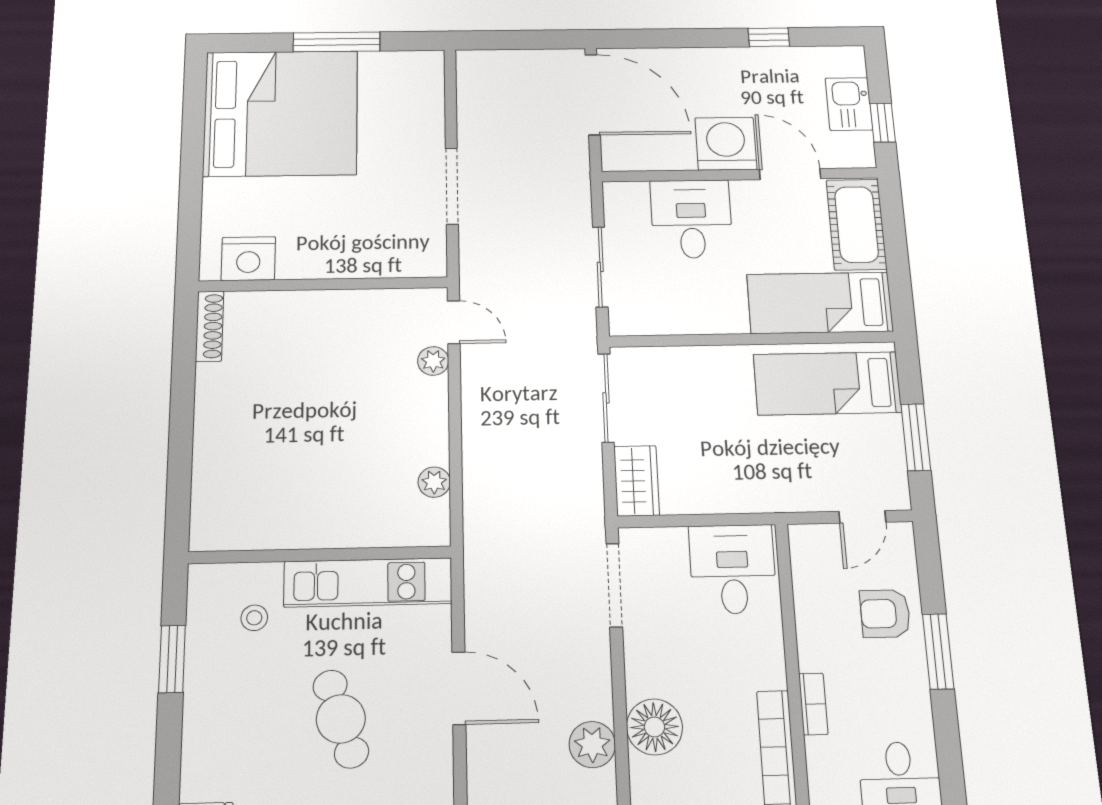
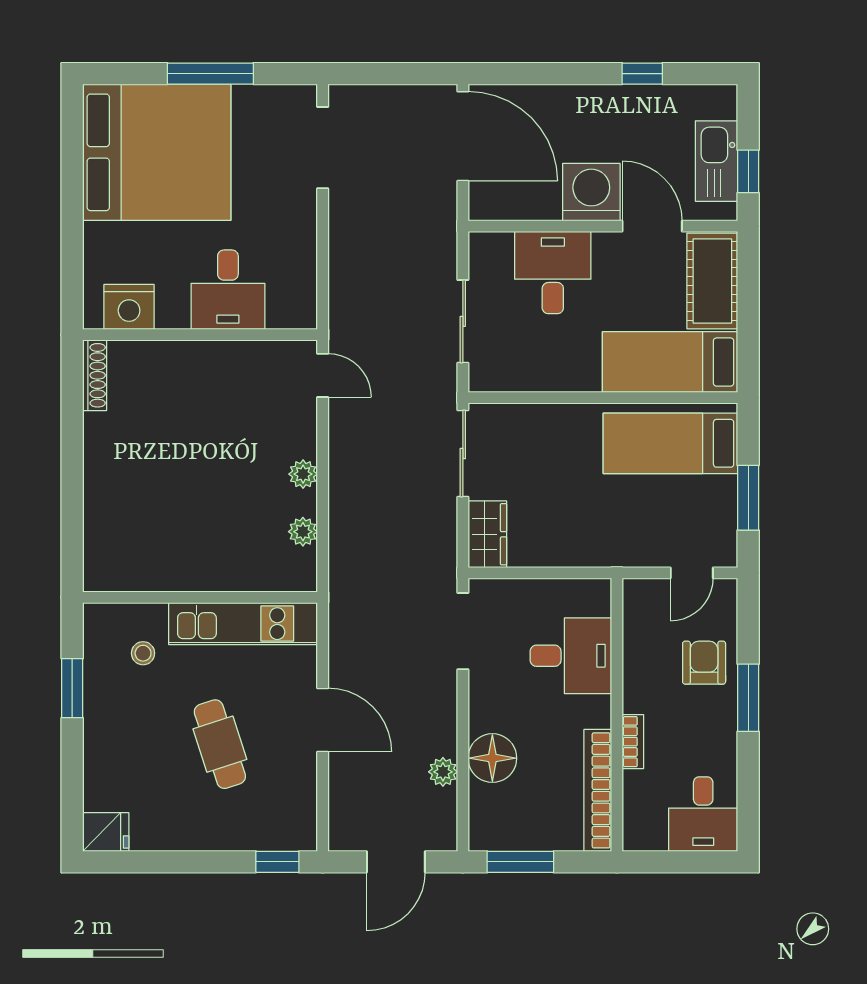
kitchen sink: (849, 104) -> (716, 161), width x1.38
doorway: (452, 186) -> (323, 148), moved
desk: (353, 240) -> (228, 290), added
plant: (433, 361) -> (303, 474), moved
desk: (733, 569) -> (571, 656), moved, turned 90
armchair: (885, 614) -> (704, 663), turned 90
plant: (592, 745) -> (443, 772), width x0.73, depth x0.73

